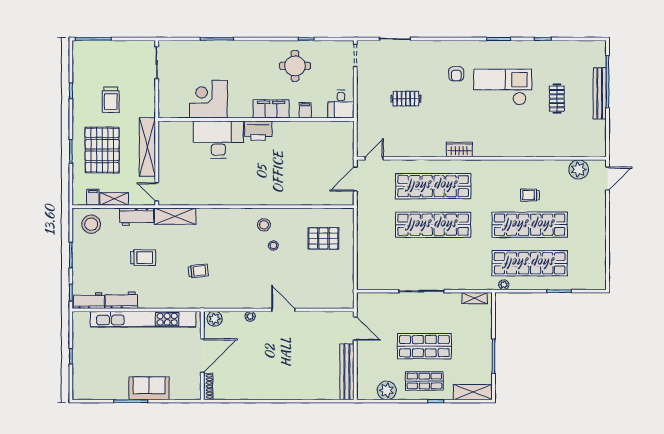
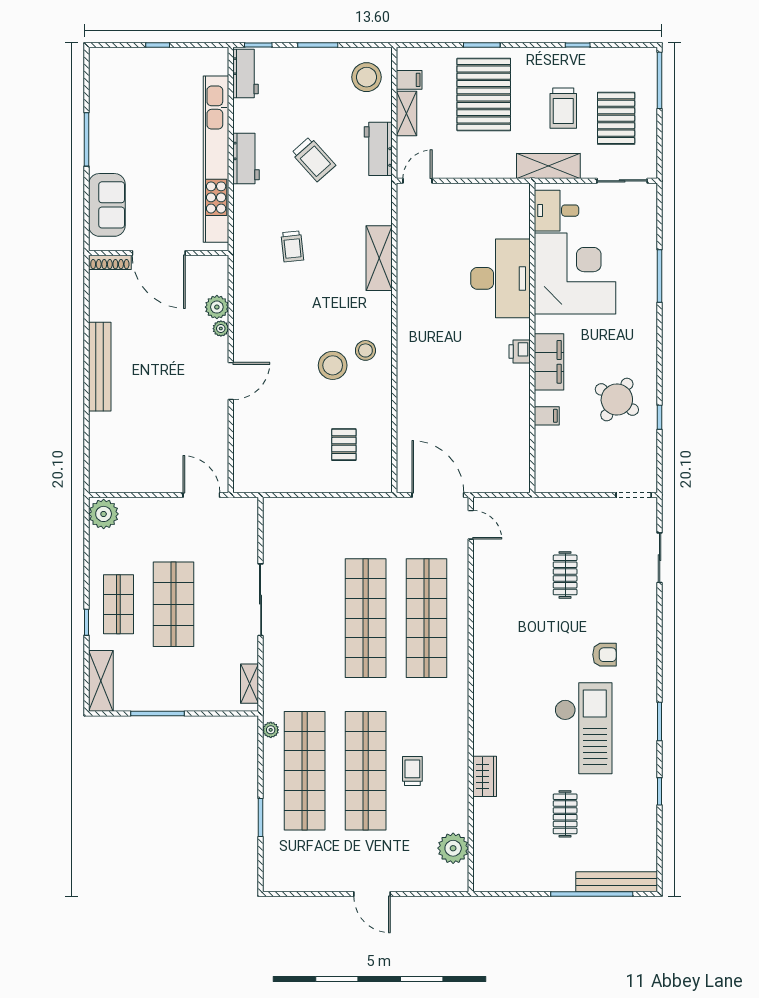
pallet: (117, 66) -> (616, 118), added
round table: (295, 66) -> (617, 400), turned 33
armchair: (456, 74) -> (604, 655), turned 180
bench: (600, 93) -> (617, 882), moved
corner desk: (208, 99) -> (575, 273), width x1.36, depth x1.36
clothes rail: (557, 99) -> (565, 814), turned 90
trolley: (111, 100) -> (563, 108), turned -90
desk: (341, 104) -> (556, 211), moved
printer: (258, 131) -> (520, 351), width x0.53, depth x0.68
shelving: (147, 147) -> (548, 166), moved, width x0.68
pallet: (102, 150) -> (484, 94), turned 90
wardrobe: (459, 150) -> (485, 776), moved
door: (355, 179) -> (438, 495), width x1.36
door: (607, 179) -> (372, 894), moved
shelving: (175, 216) -> (379, 258), moved
pallet: (323, 238) -> (344, 445), width x0.67, depth x0.71
stool: (273, 246) -> (333, 365), width x1.89, depth x1.89
trolley: (143, 258) -> (314, 159), turned -42
workbench: (121, 300) -> (246, 159), moved
plant: (215, 319) -> (217, 307), moved
door: (355, 329) -> (201, 495), swing flipped
bench: (347, 372) -> (100, 367), moved, turned 90
sofa: (149, 388) -> (107, 205), moved
plant: (387, 390) -> (104, 514), moved

